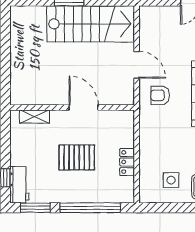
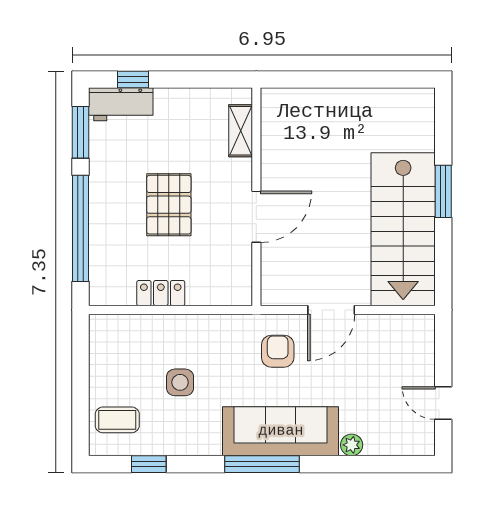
side table: (171, 180) -> (180, 382), moved

